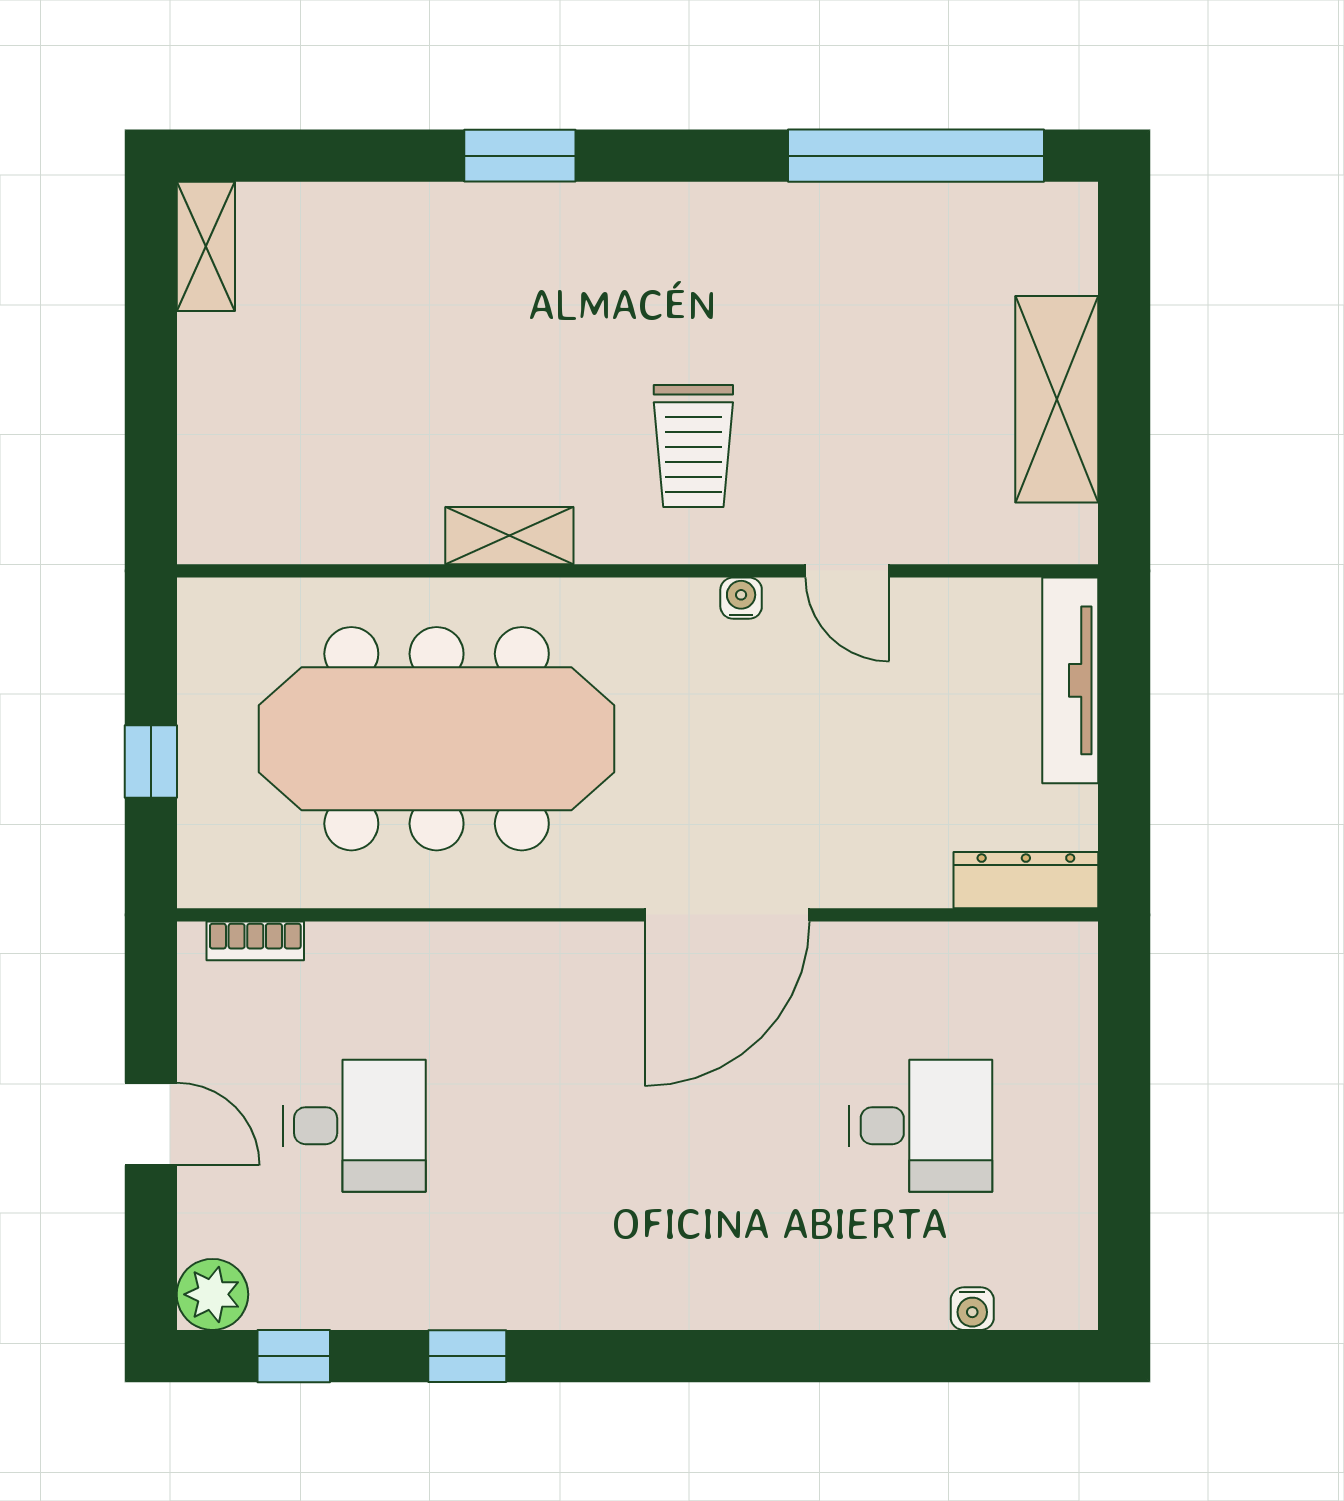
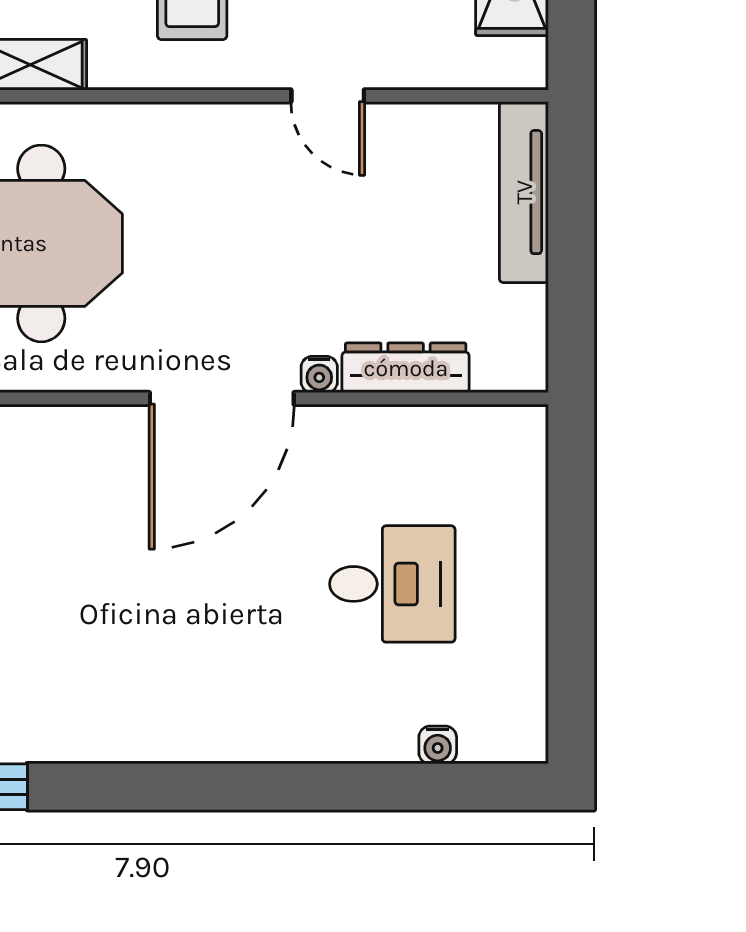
water cooler: (741, 598) -> (319, 375), moved, turned 180
dresser: (1026, 880) -> (406, 368), moved

